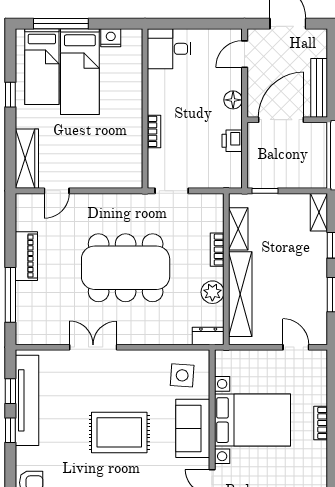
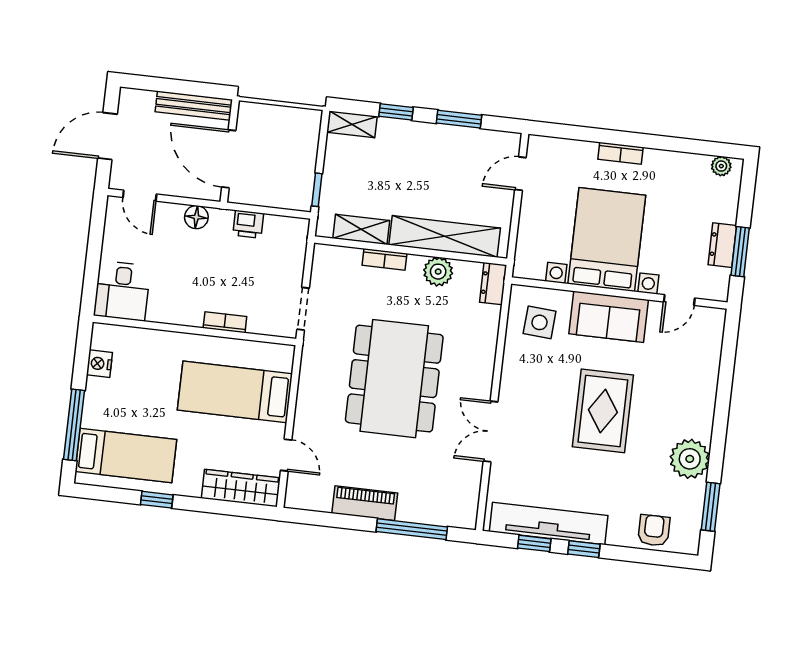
bed: (80, 72) -> (235, 392), moved, turned 180

